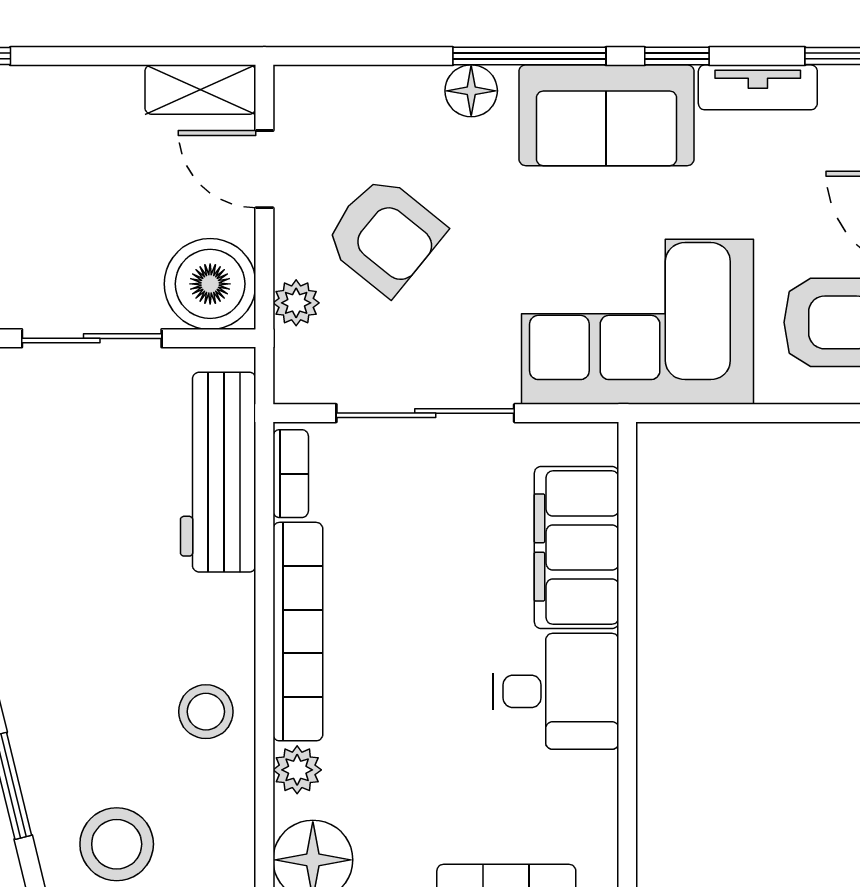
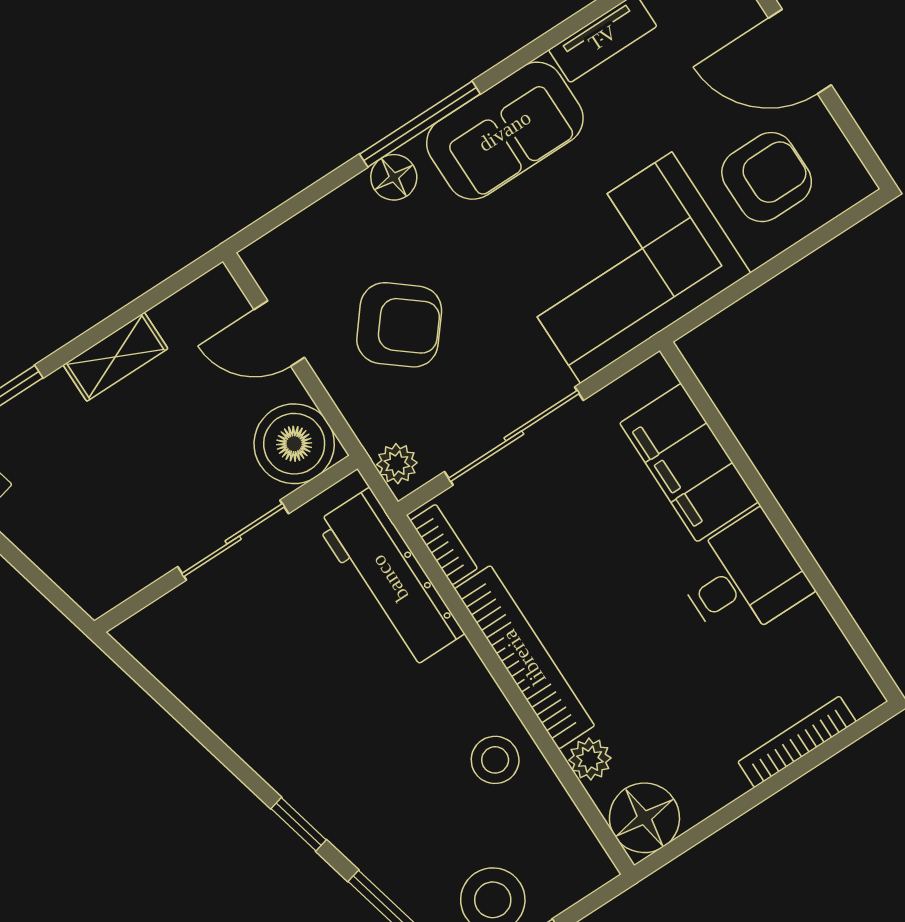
window: (677, 56) -> (528, 54), removed
shelving: (200, 90) -> (115, 357), moved
plant: (296, 303) -> (397, 464), moved

